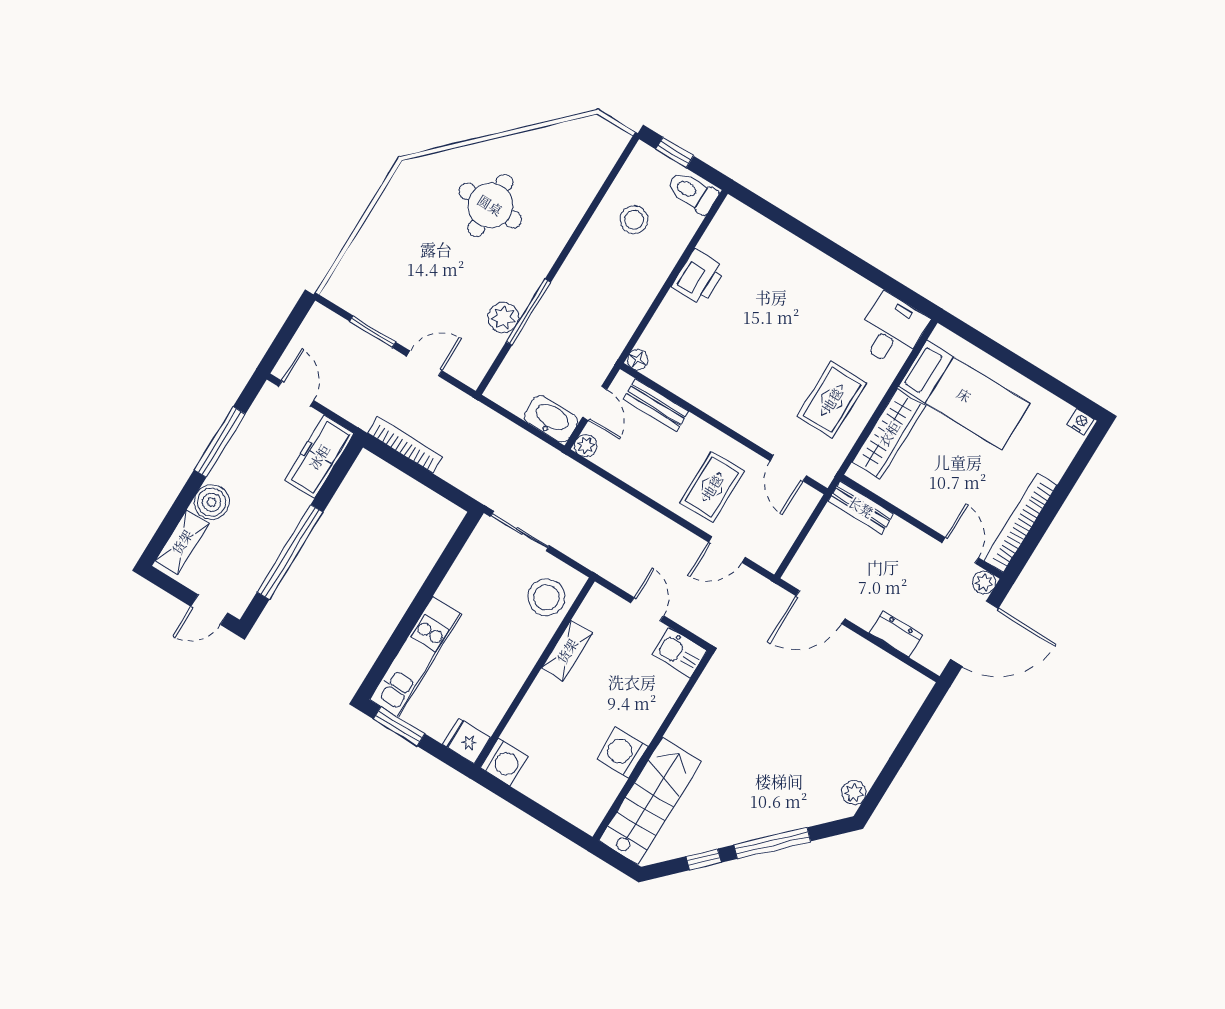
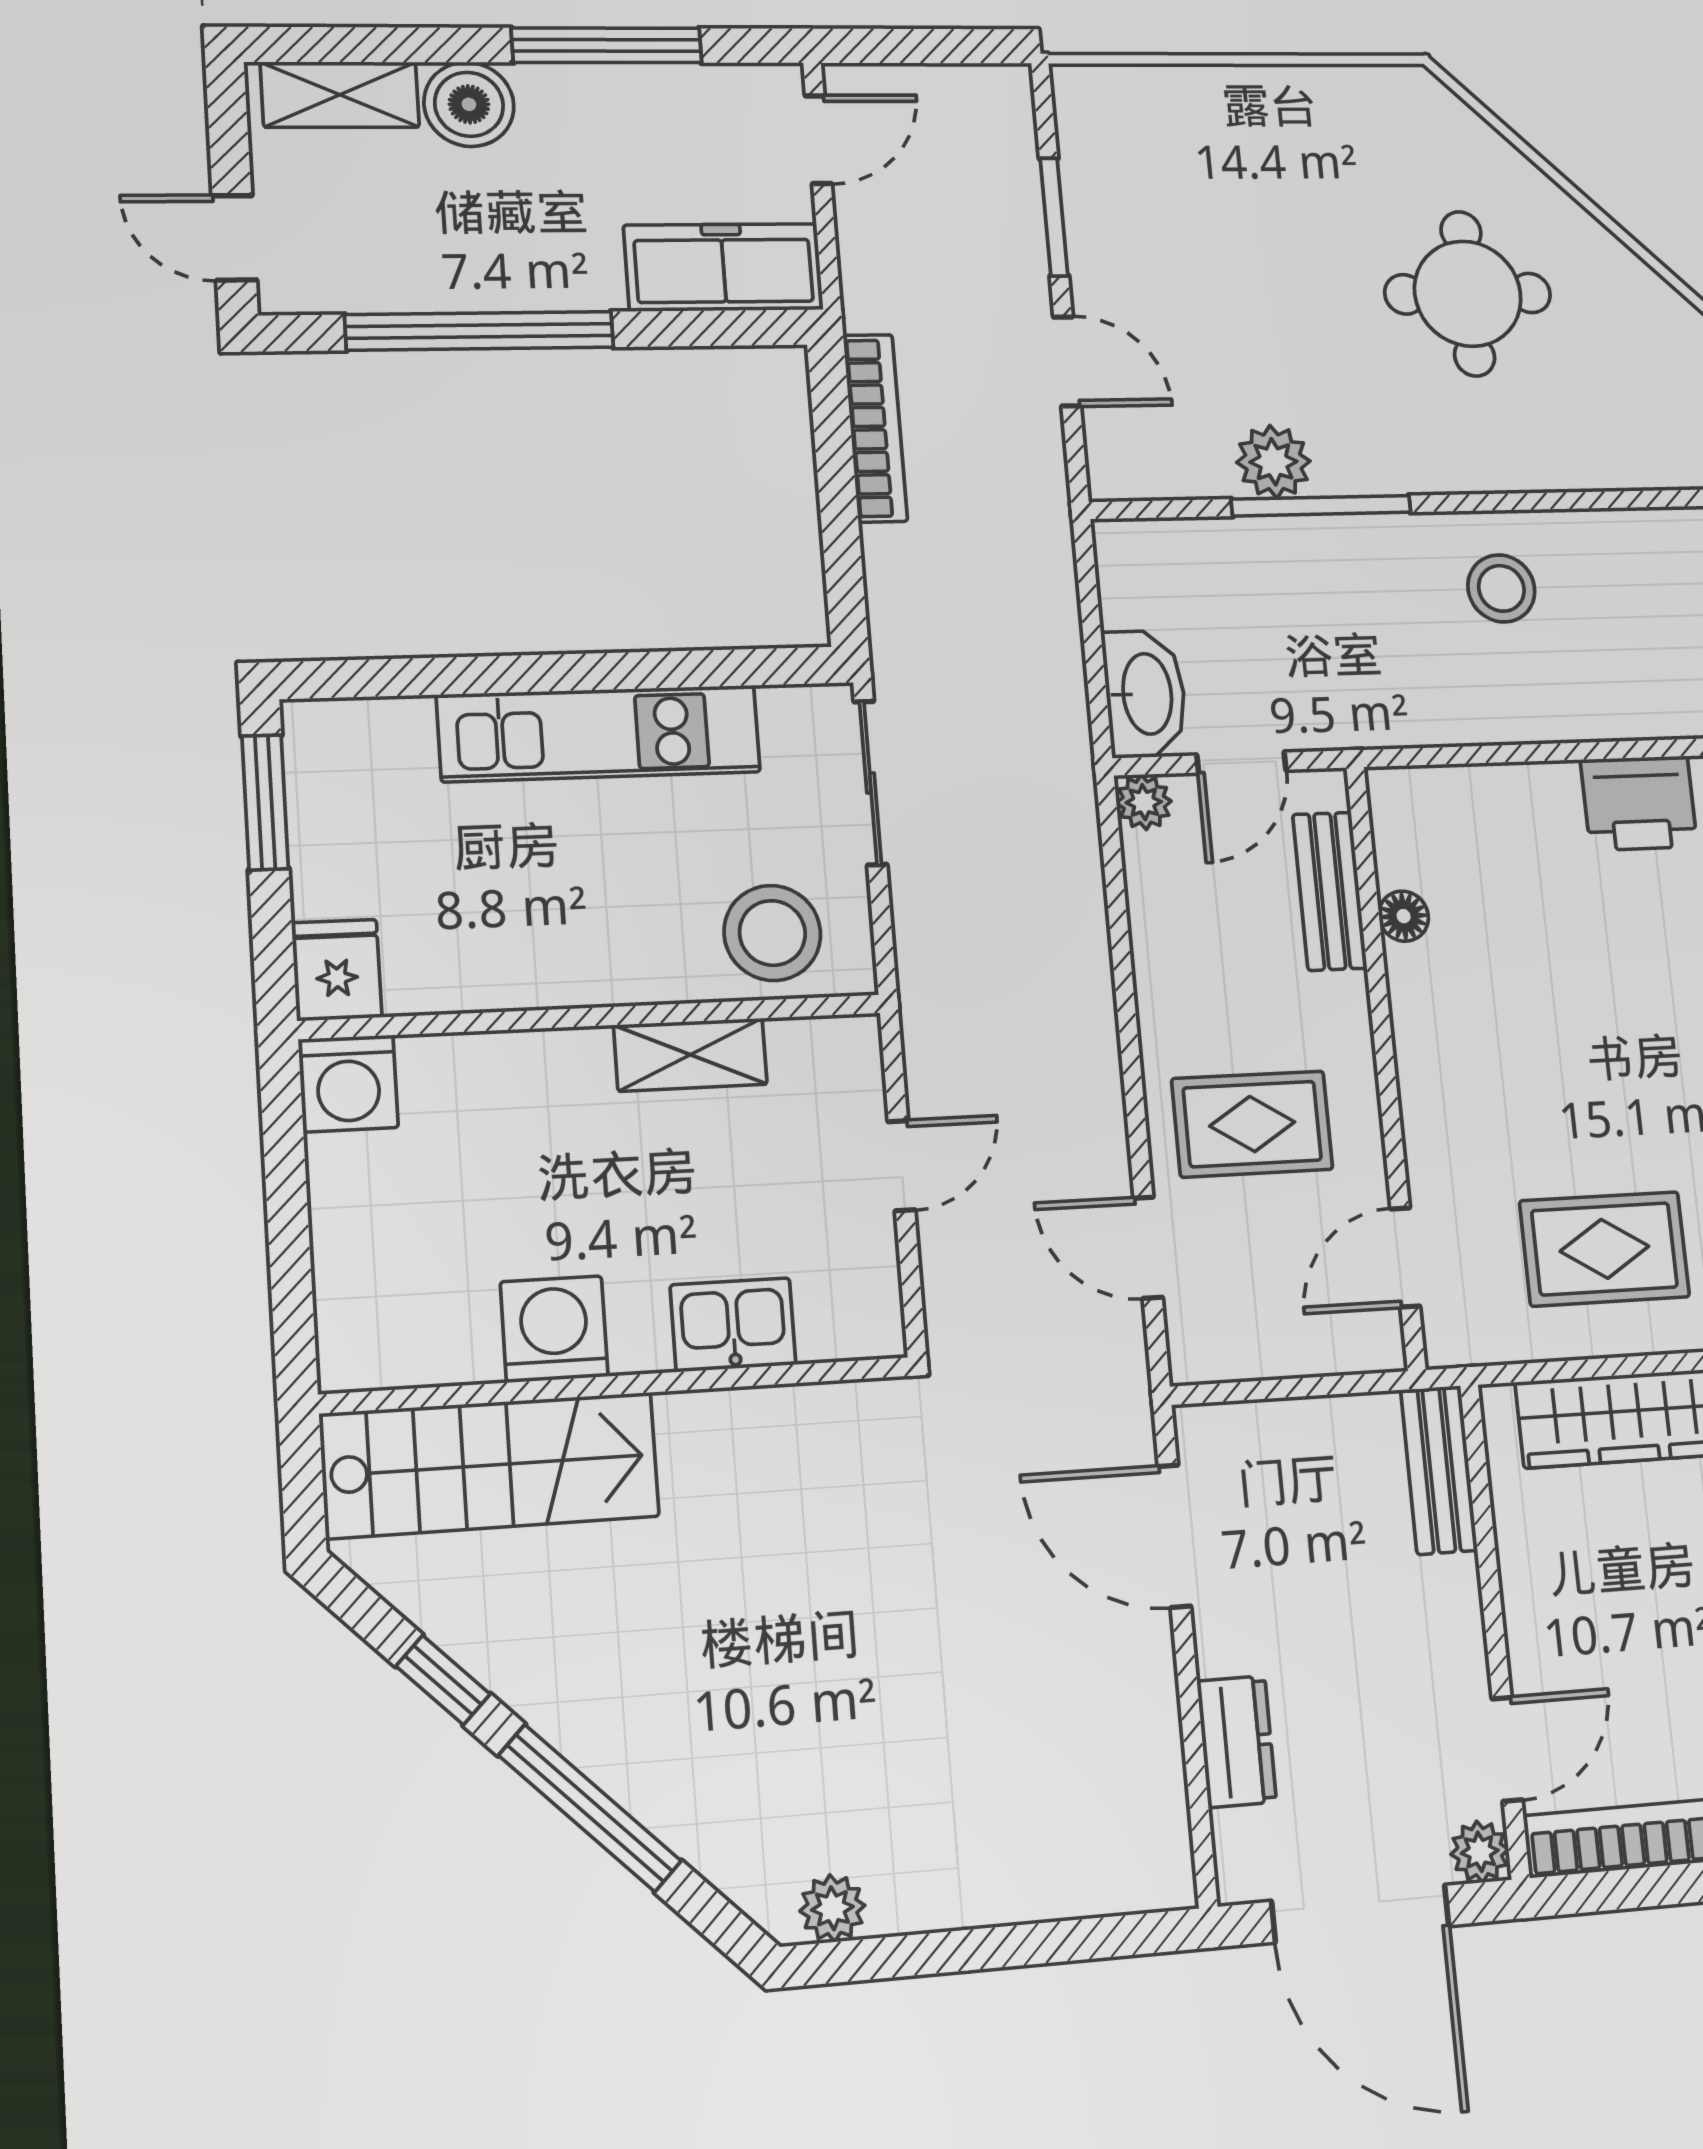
stool: (634, 220) -> (1501, 588), moved
floor lamp: (638, 360) -> (1404, 916), moved
kitchen sink: (680, 653) -> (733, 1325), moved, turned 90
kitchen unit: (415, 657) -> (599, 733), moved

